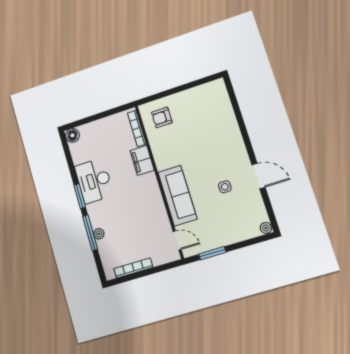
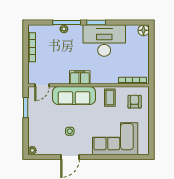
corner sofa: (216, 126) -> (115, 139), added
coffee table: (166, 150) -> (110, 98), added
filing cabinet: (142, 160) -> (80, 77), moved
desk: (94, 181) -> (104, 41), width x1.36, depth x1.30

